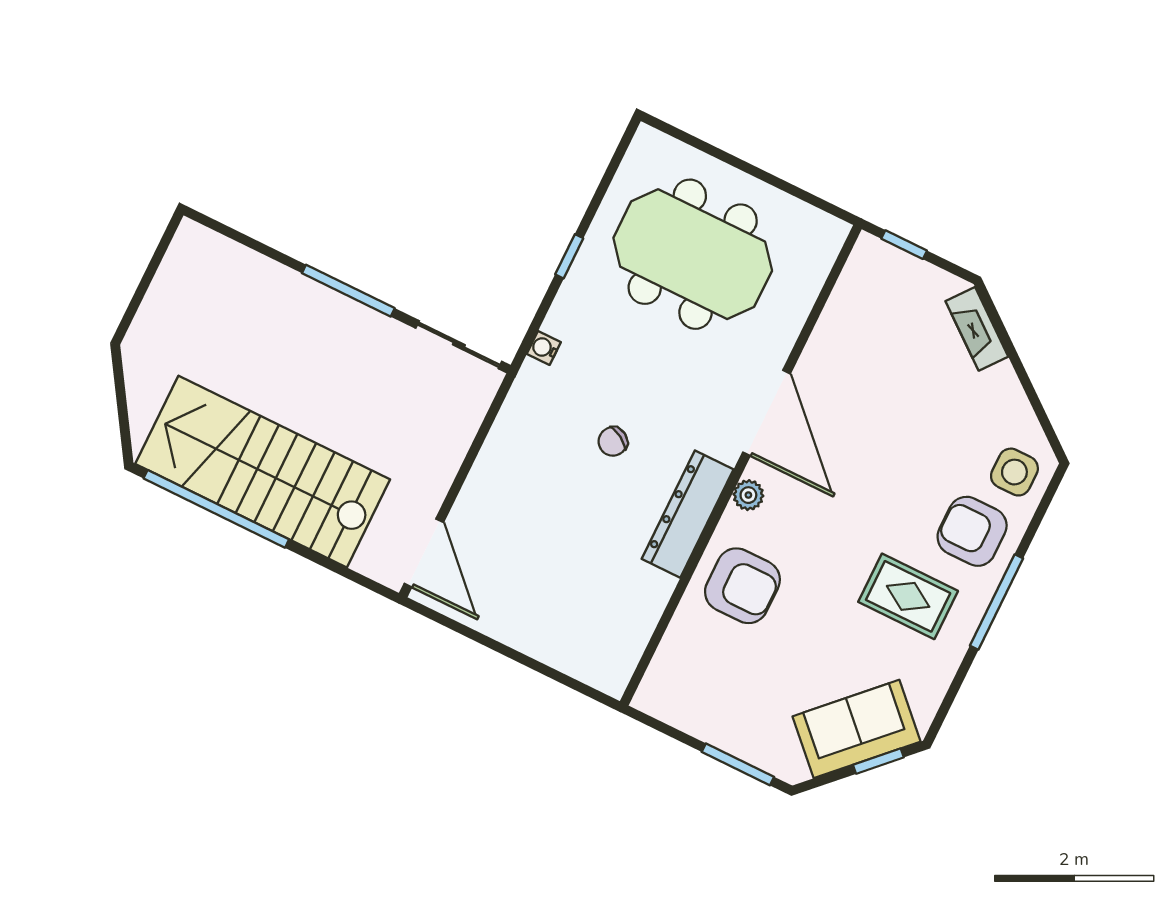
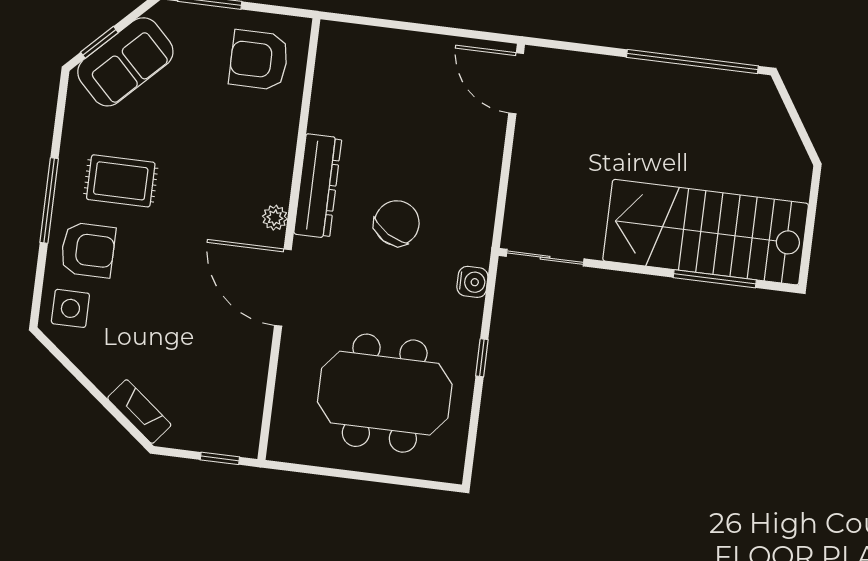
window: (348, 291) -> (715, 279), moved
water cooler: (544, 348) -> (472, 282), width x1.38, depth x1.38
chair: (613, 441) -> (397, 223), width x1.87, depth x1.87
stairs: (263, 472) -> (706, 232), moved, turned 180
armchair: (742, 586) -> (259, 60), moved

